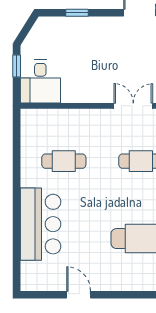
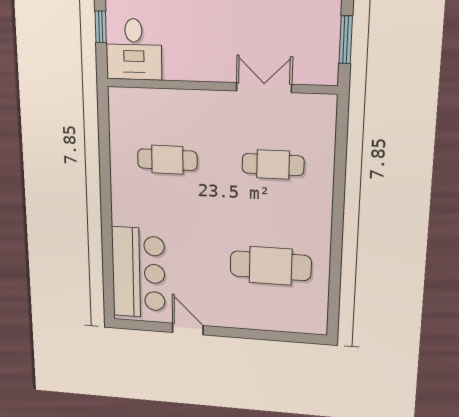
bar counter: (40, 224) -> (138, 273), moved

